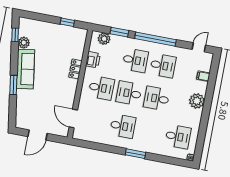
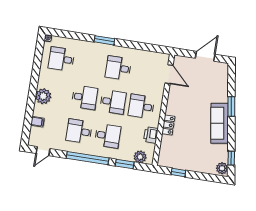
plant: (24, 43) -> (222, 168), moved
desk: (135, 60) -> (108, 136), turned 180

